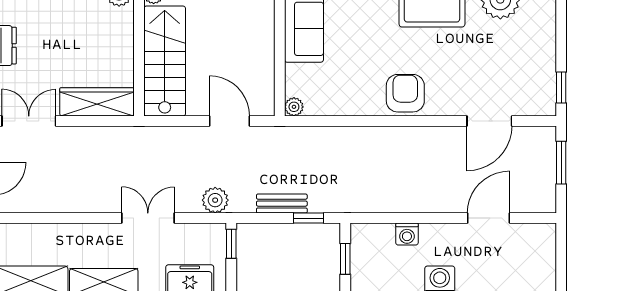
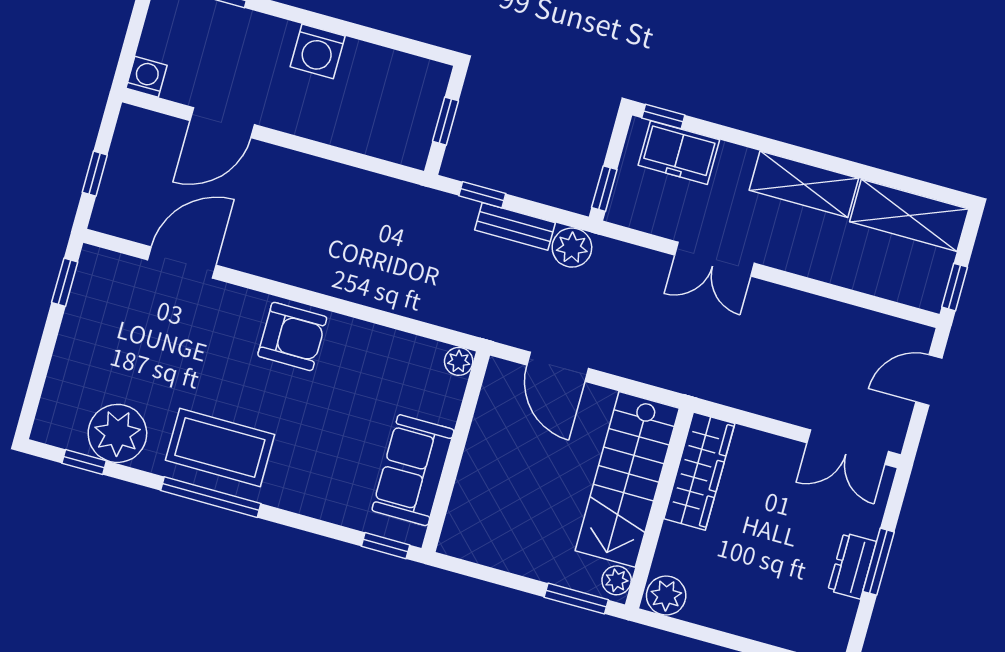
armchair: (405, 93) -> (292, 336), turned -90
wardrobe: (97, 102) -> (699, 471), moved, turned -90
window: (561, 163) -> (95, 174), width x0.67
plant: (215, 200) -> (572, 248), moved
washing machine: (407, 234) -> (147, 77), moved

